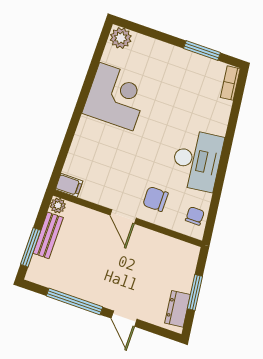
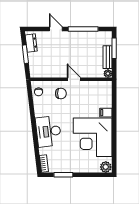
corner desk: (116, 97) -> (93, 137), width x1.36, depth x1.36
desk: (197, 160) -> (48, 131), moved
filing cabinet: (69, 185) -> (106, 113), moved

